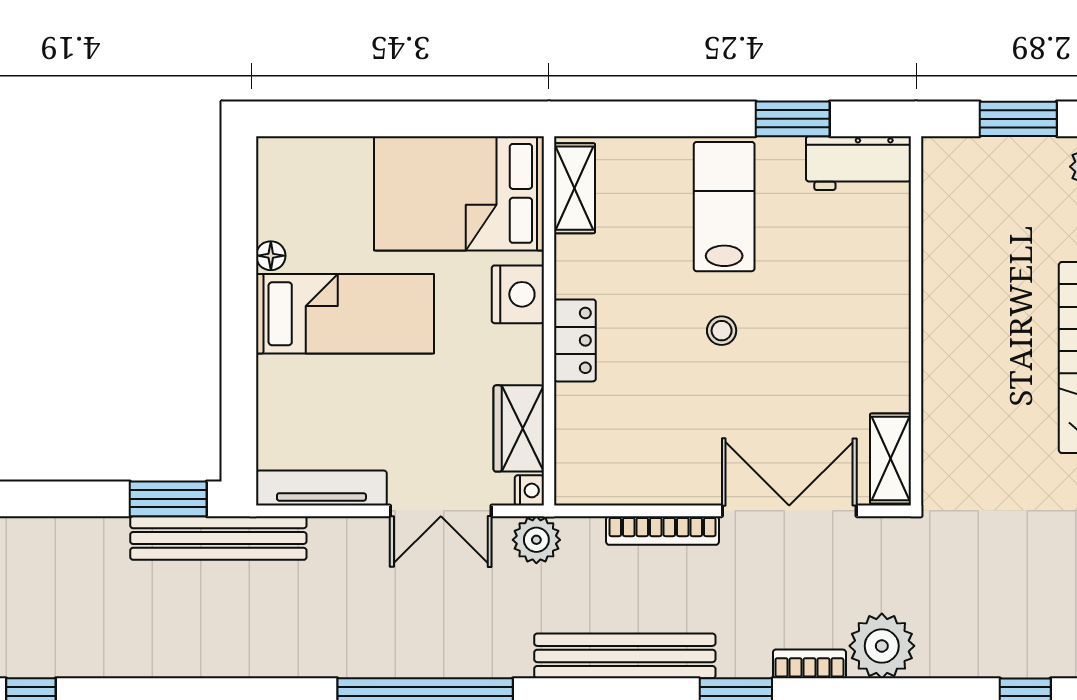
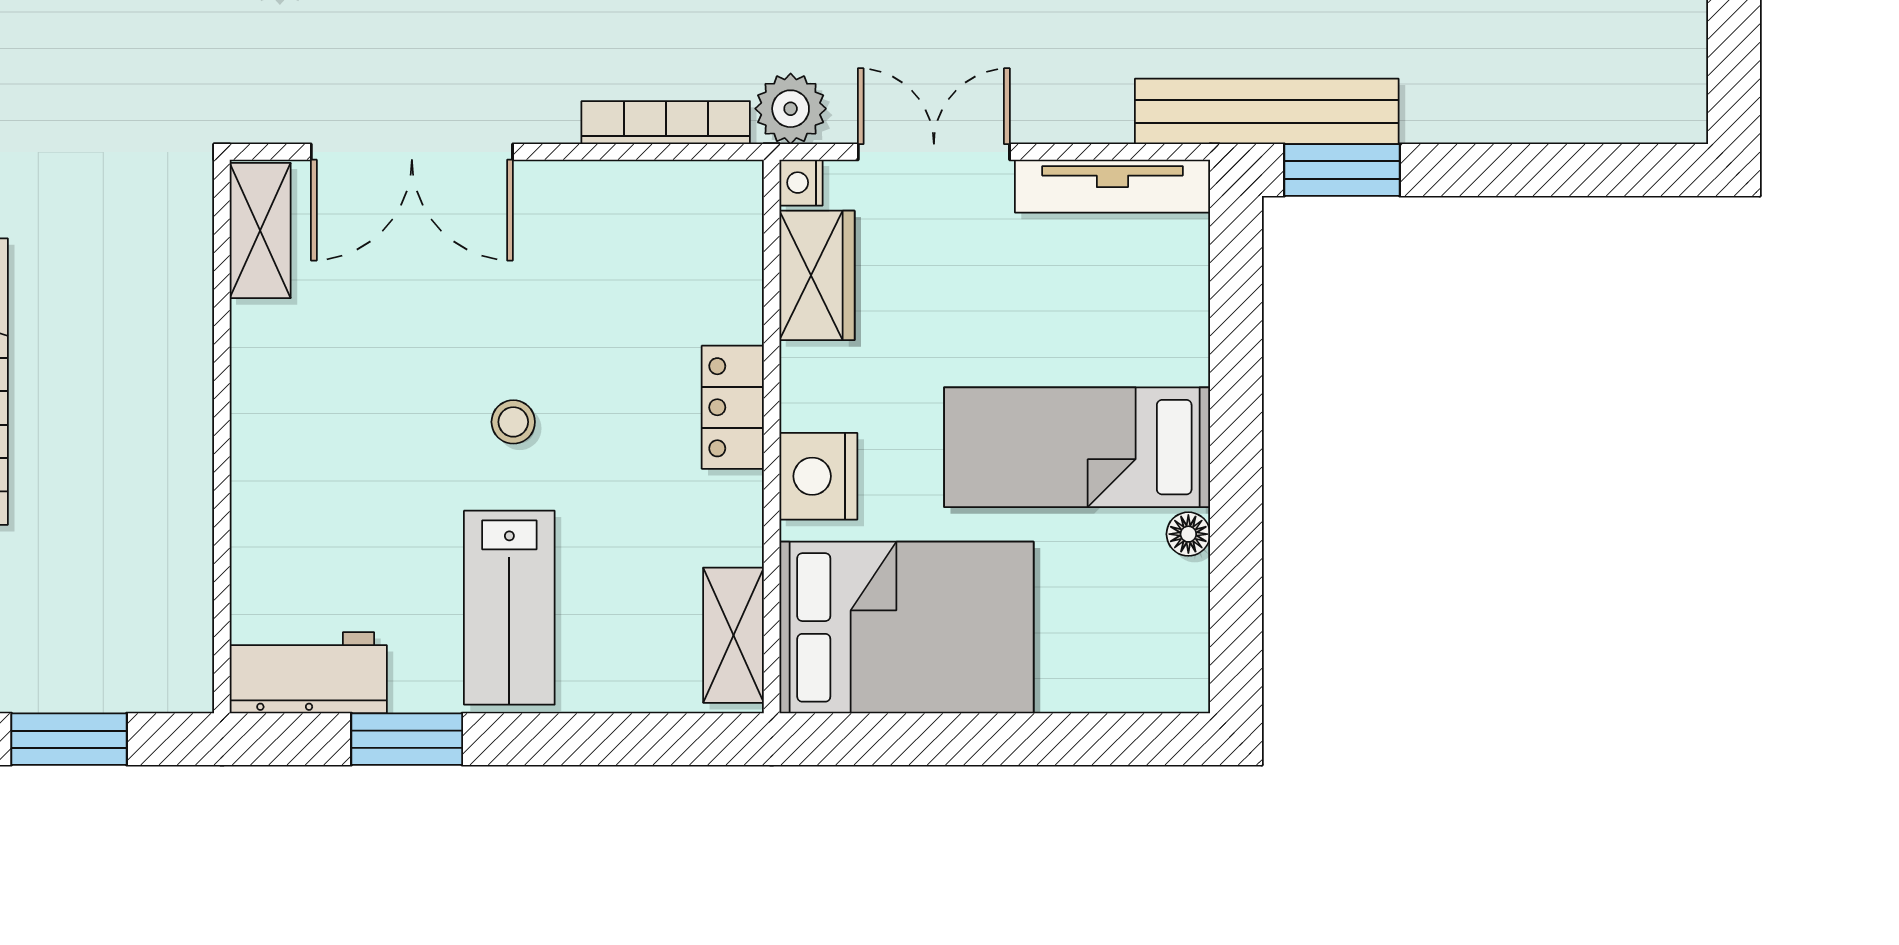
bookcase: (662, 531) -> (666, 123), moved

